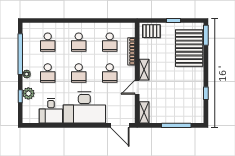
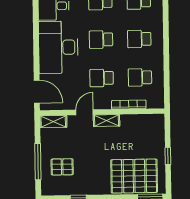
pallet: (151, 31) -> (62, 167), moved, turned 90
door: (137, 87) -> (85, 112), hinge flipped
door: (120, 125) -> (37, 92), swing flipped

